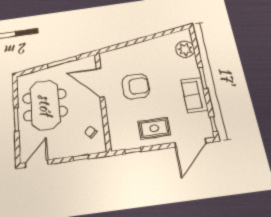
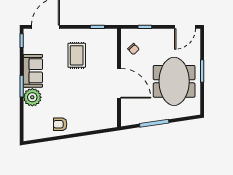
plant: (185, 49) -> (32, 97), moved
door: (100, 83) -> (119, 83), moved
armchair: (136, 86) -> (60, 124), moved, width x0.53, depth x0.53
rug: (154, 128) -> (77, 55), moved, turned 90

